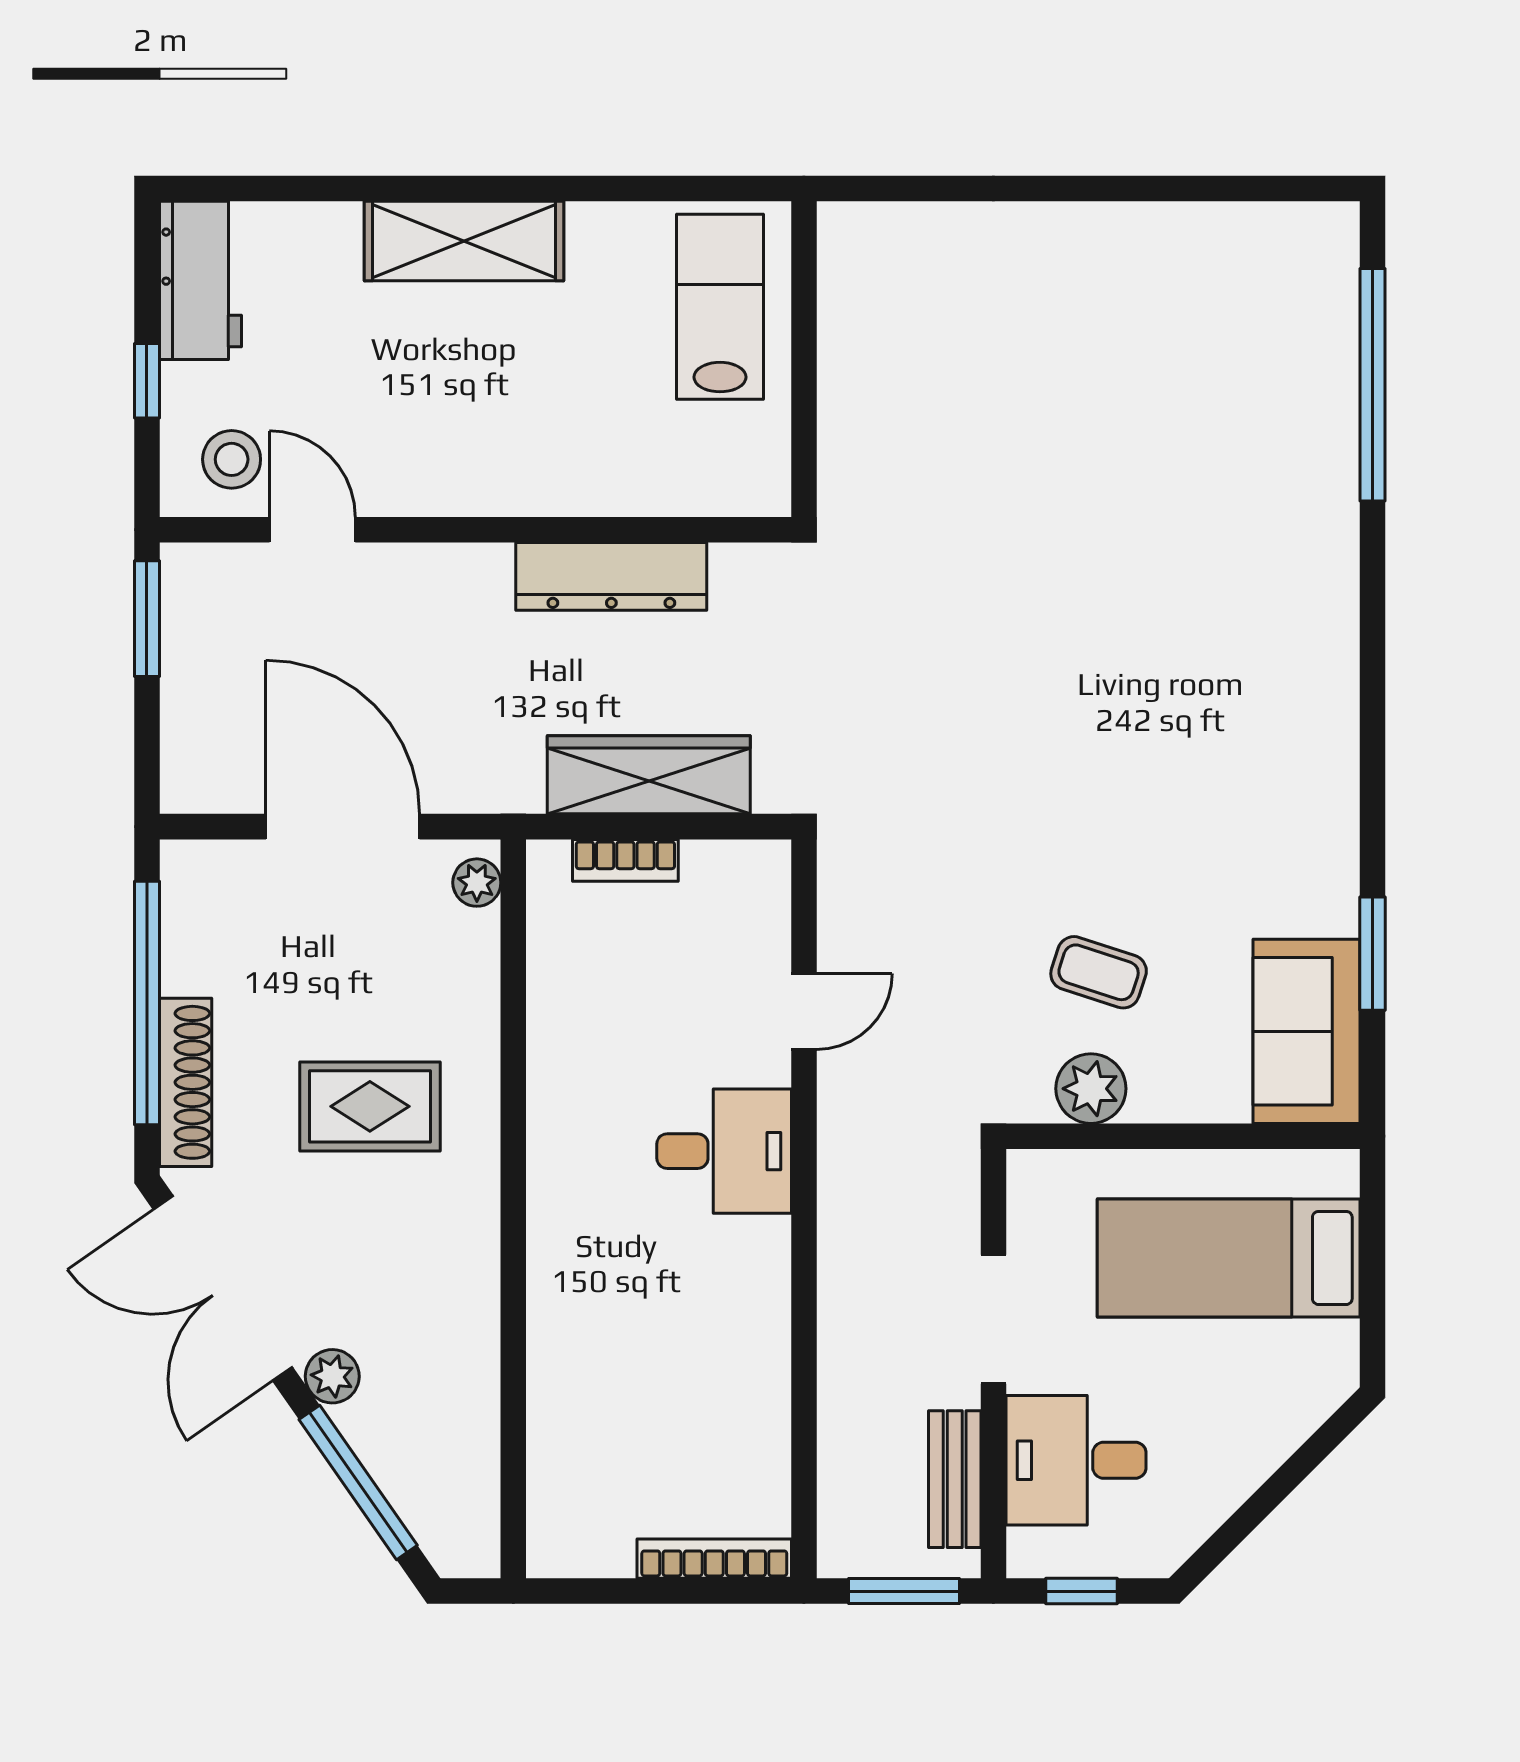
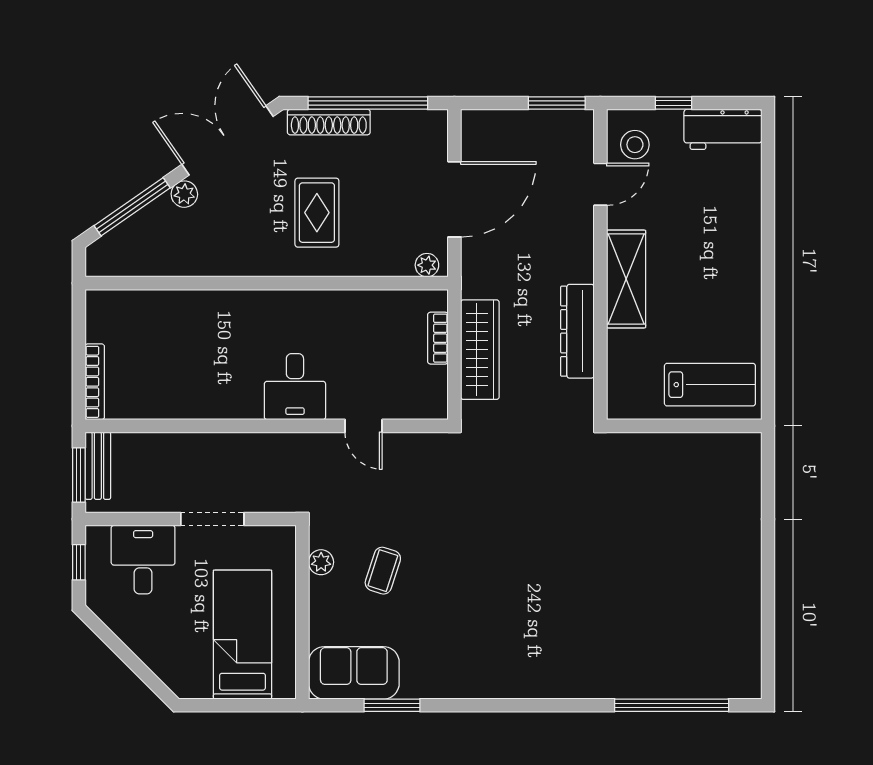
shelving: (464, 241) -> (626, 279), moved
plant: (1091, 1089) -> (321, 562), width x0.73, depth x0.73
bench: (955, 1479) -> (98, 466), moved, turned 90

